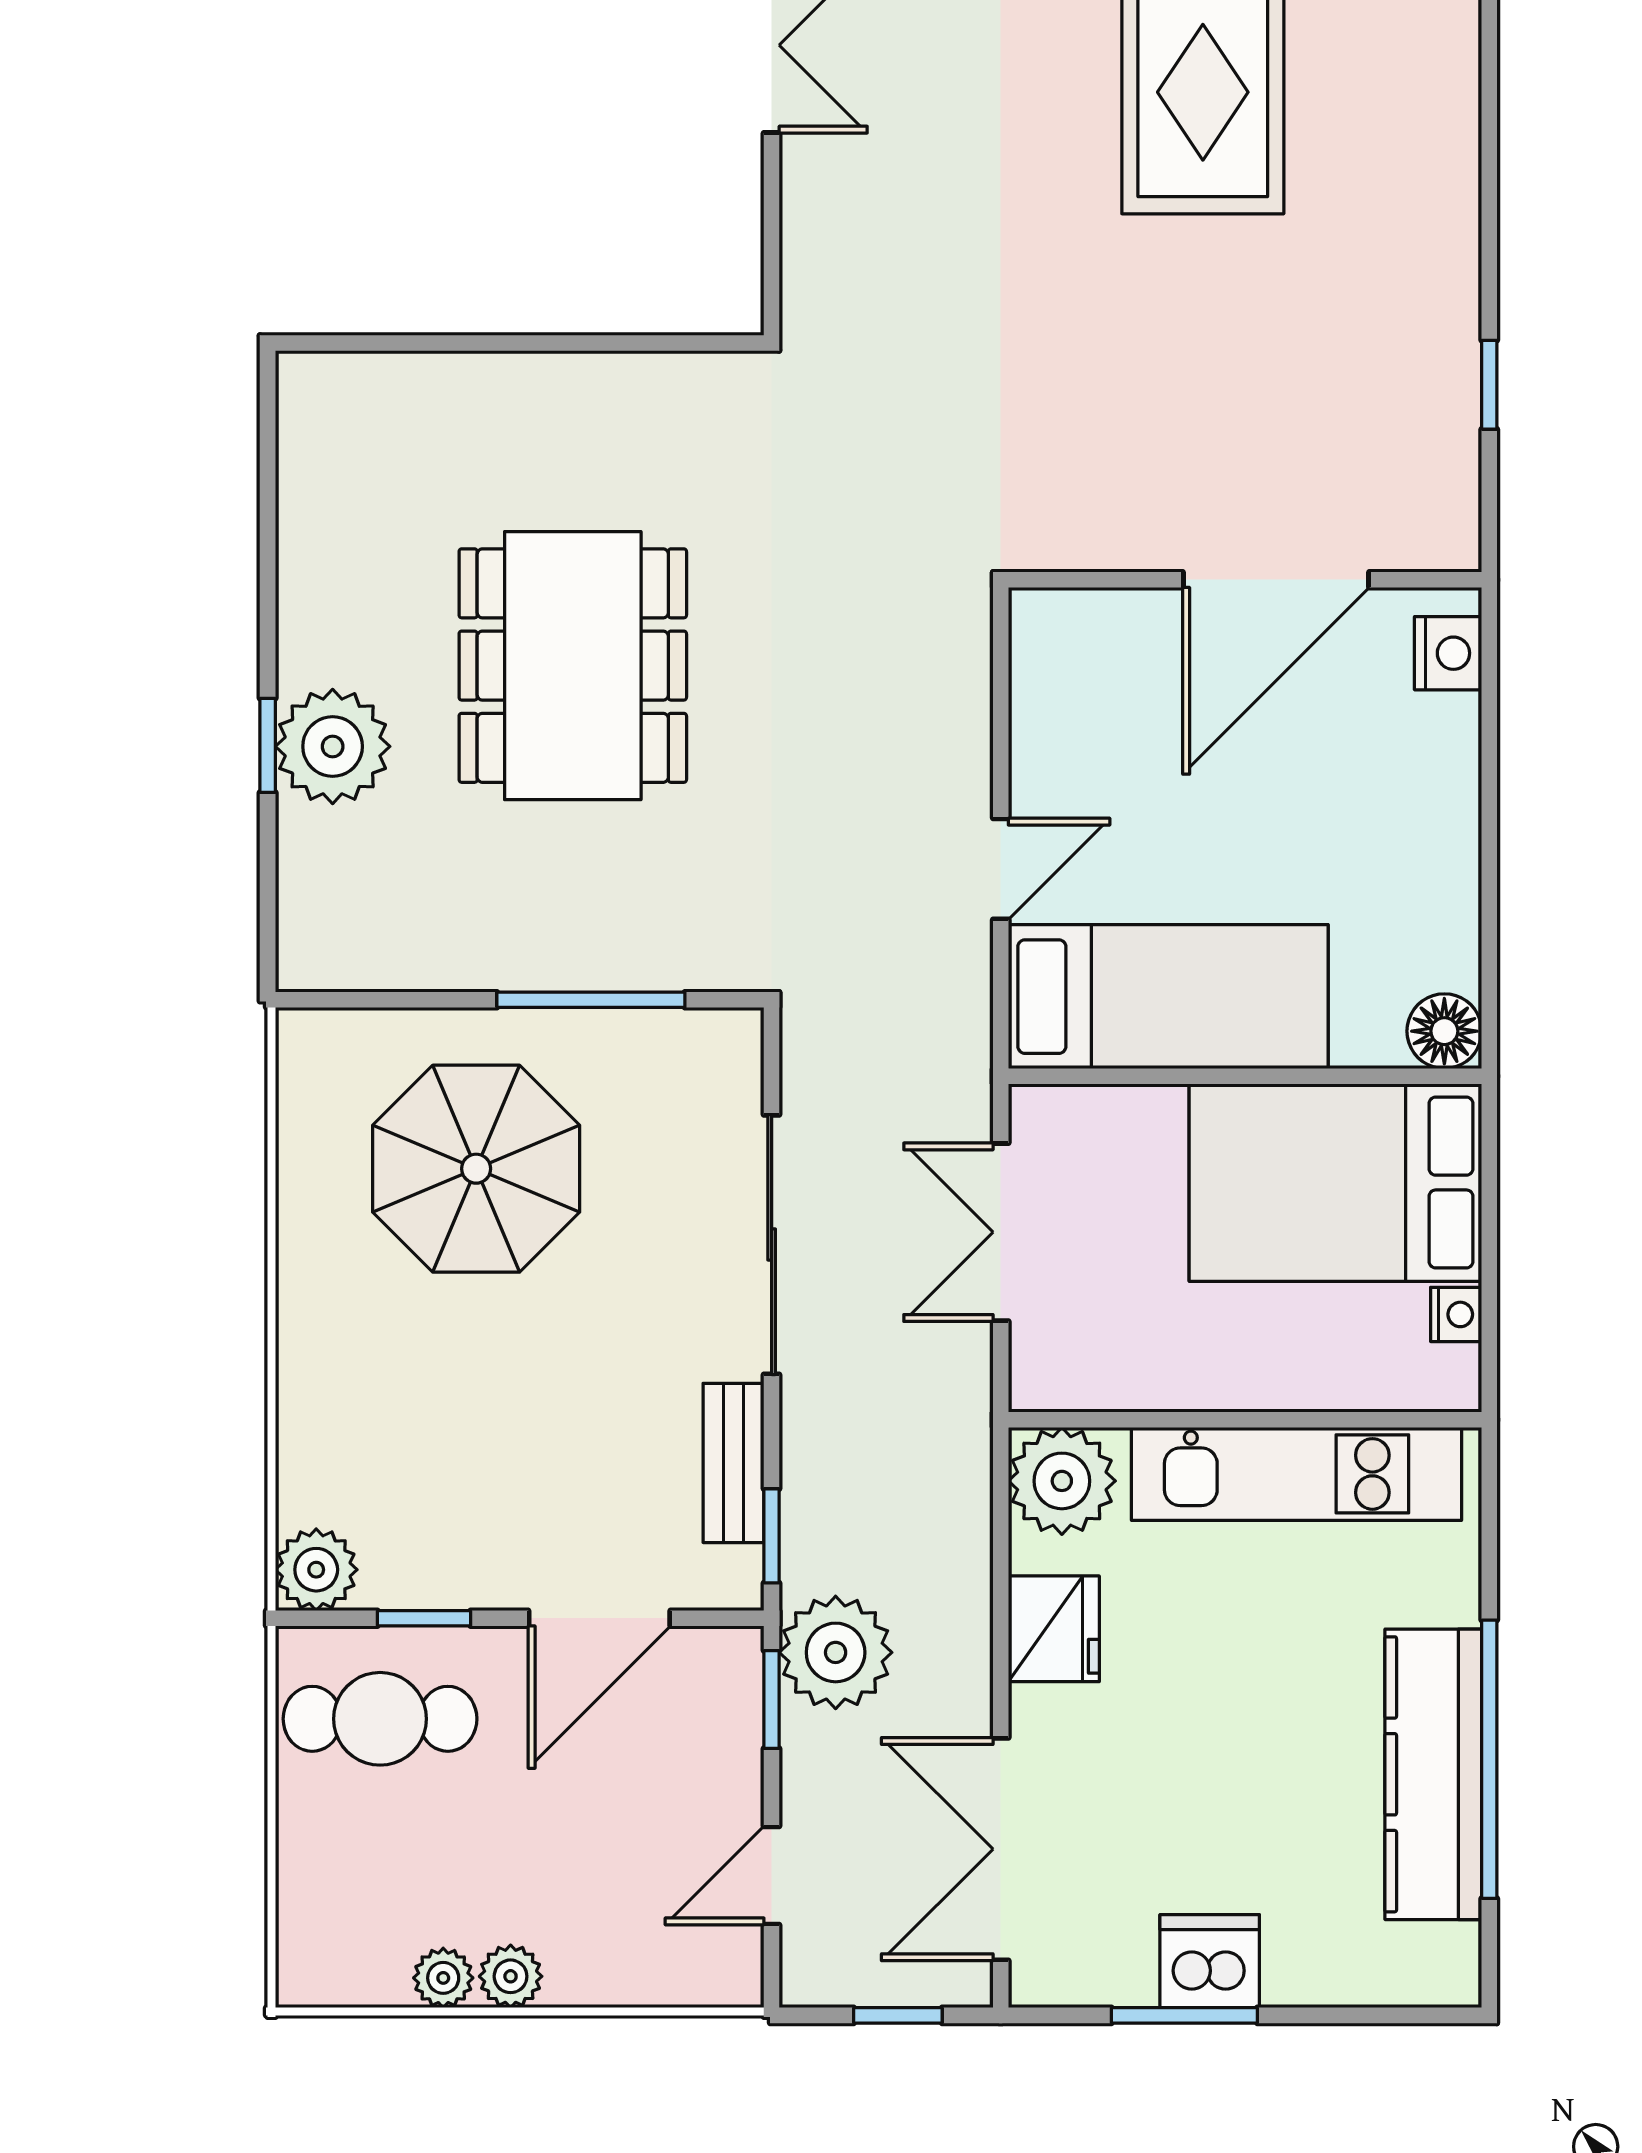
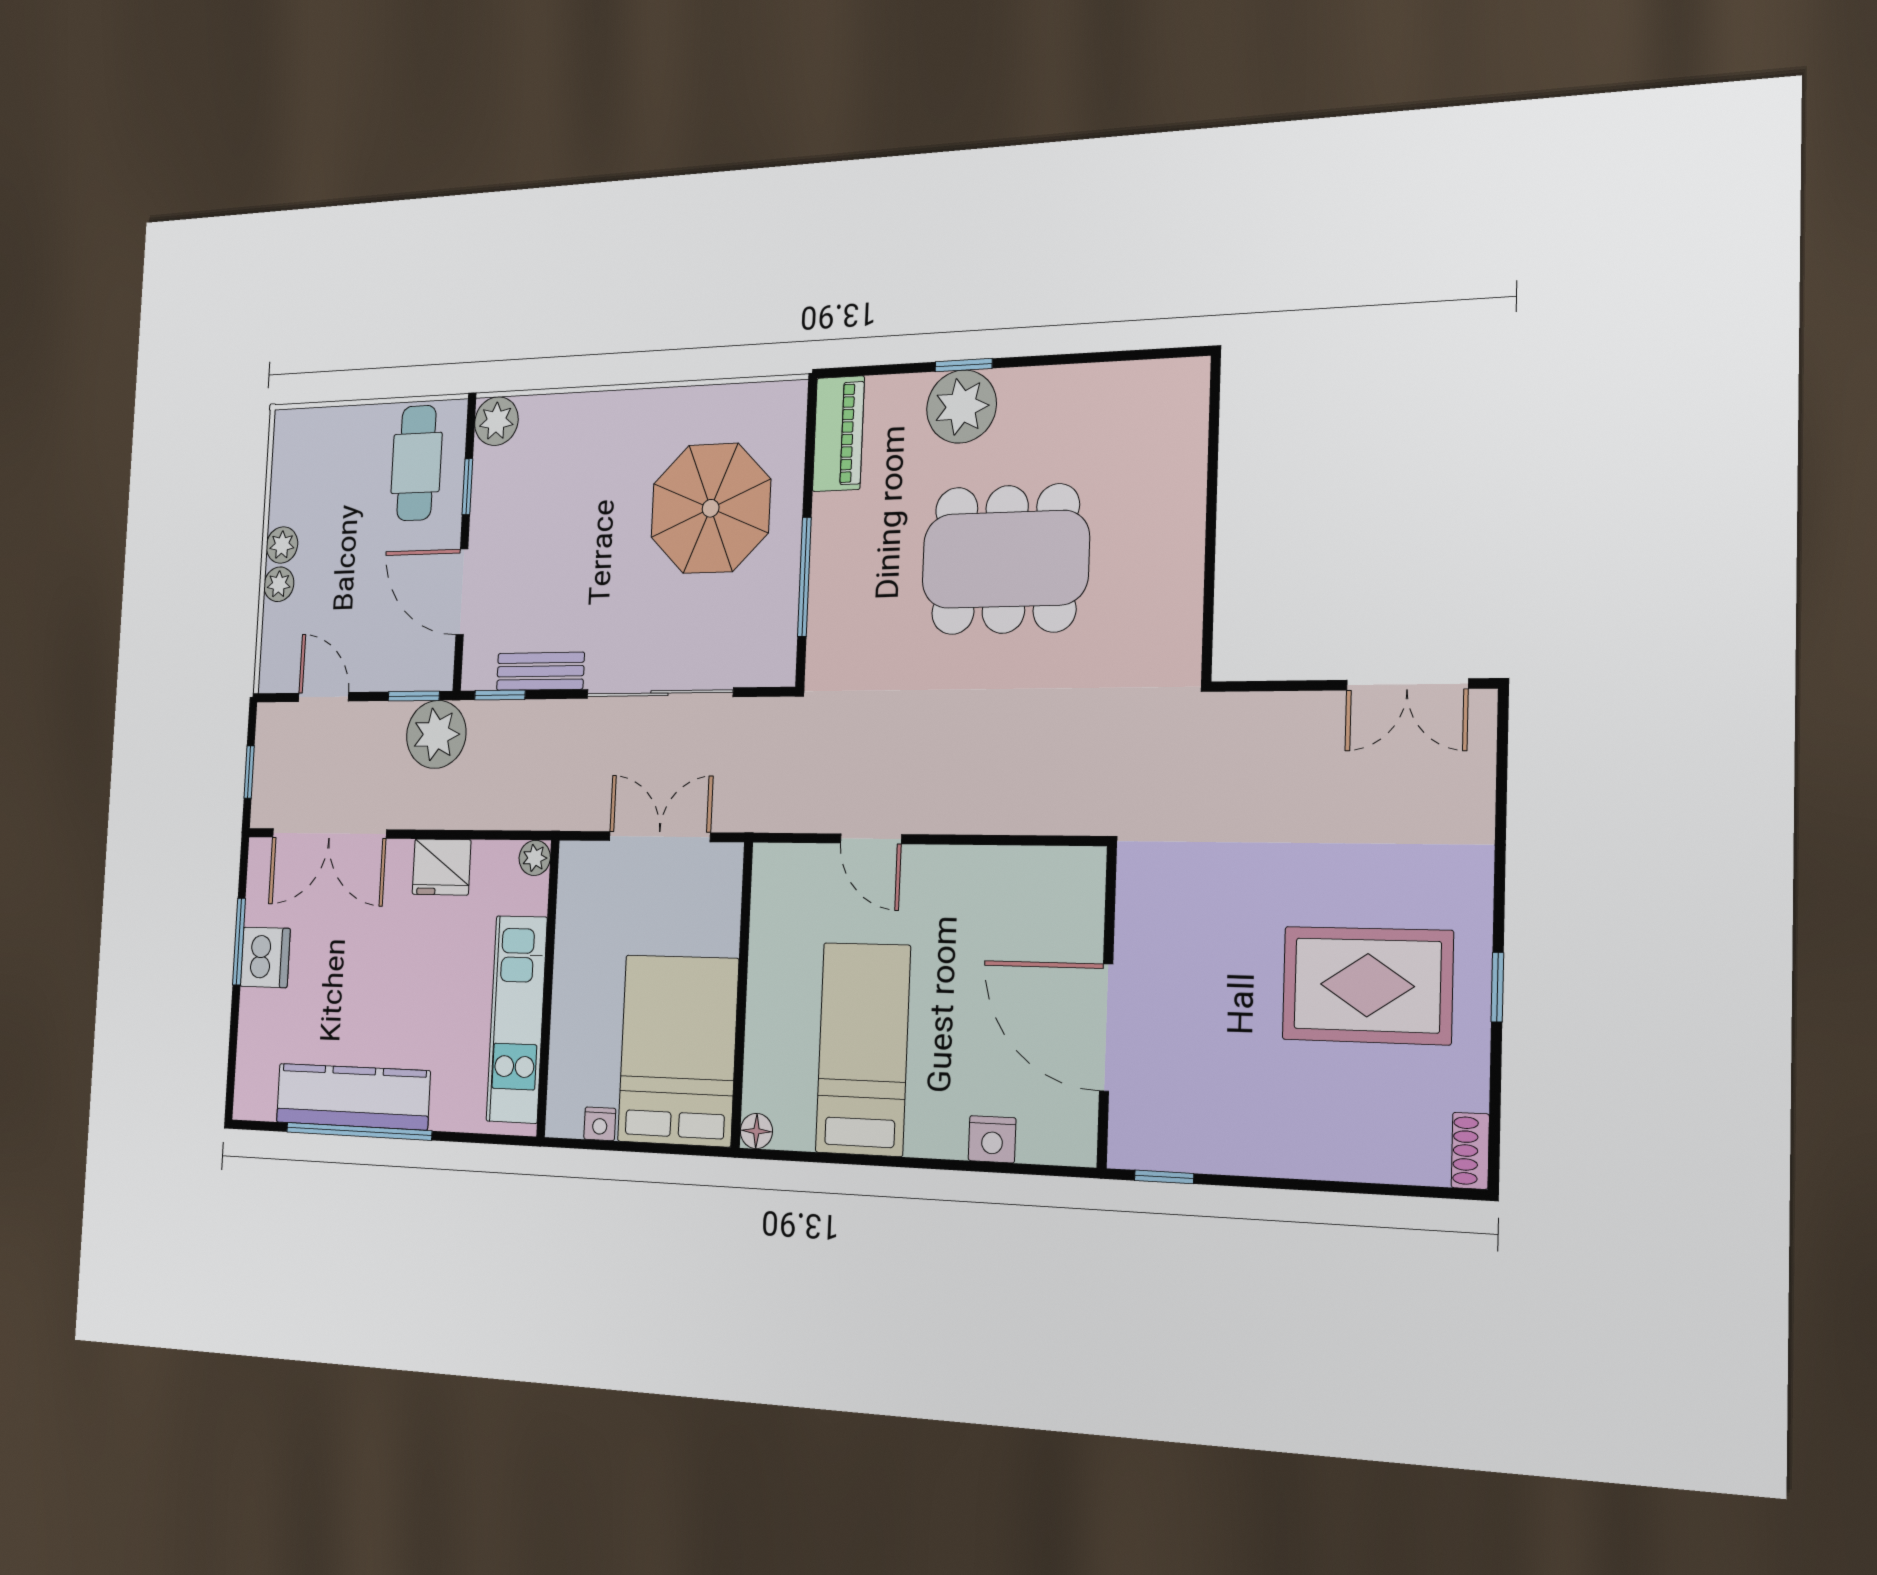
wall: (1245, 580) -> (1107, 1006), moved
door: (1276, 580) -> (1106, 1027), moved
piano: (366, 952) -> (838, 434), added
bed: (1168, 997) -> (863, 1049), moved, turned 180
floor lamp: (1444, 1031) -> (756, 1131), width x0.73, depth x0.73
plant: (1062, 1481) -> (535, 858), width x0.53, depth x0.53
double door: (1001, 1849) -> (329, 833), swing flipped
plant: (443, 1978) -> (279, 584), moved

